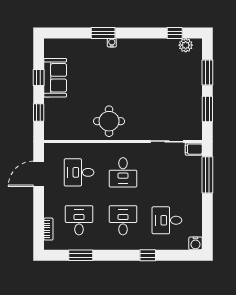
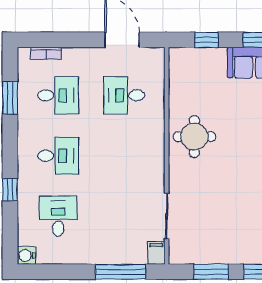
desk: (79, 172) -> (124, 95), turned -90
desk: (123, 172) -> (124, 156), removed

